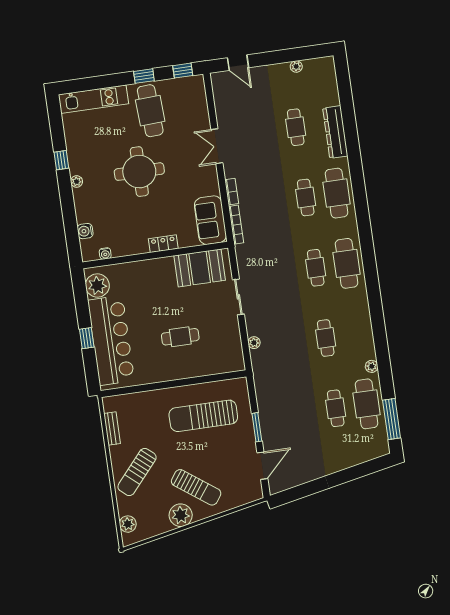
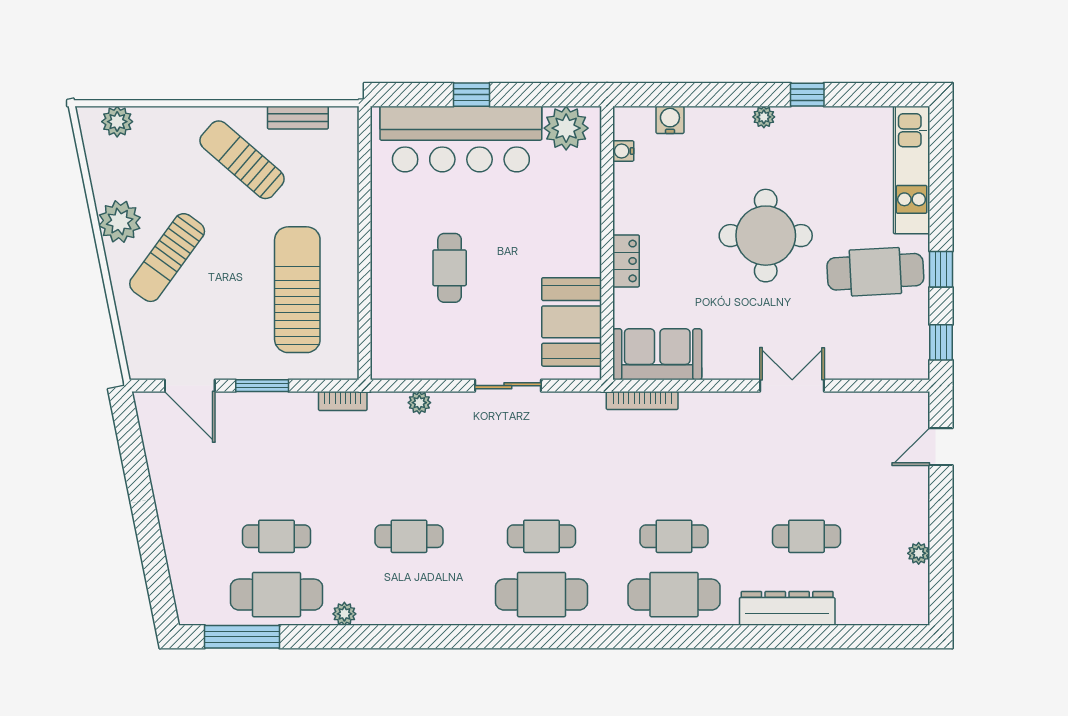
bookcase: (232, 192) -> (343, 401), moved
sun lounger: (137, 472) -> (242, 160), moved

